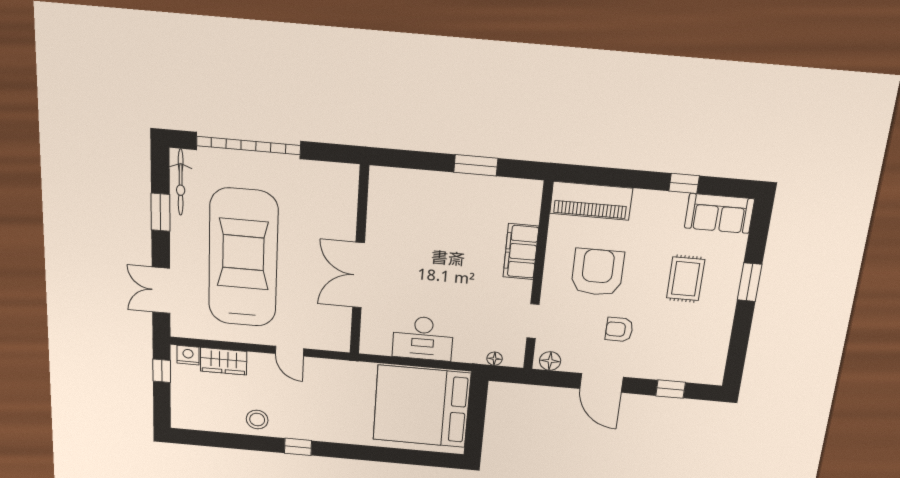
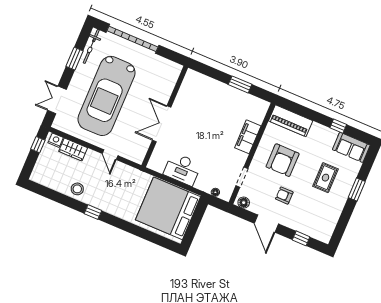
car: (243, 258) -> (106, 96), turned 180
armchair: (597, 272) -> (283, 160), turned 180

